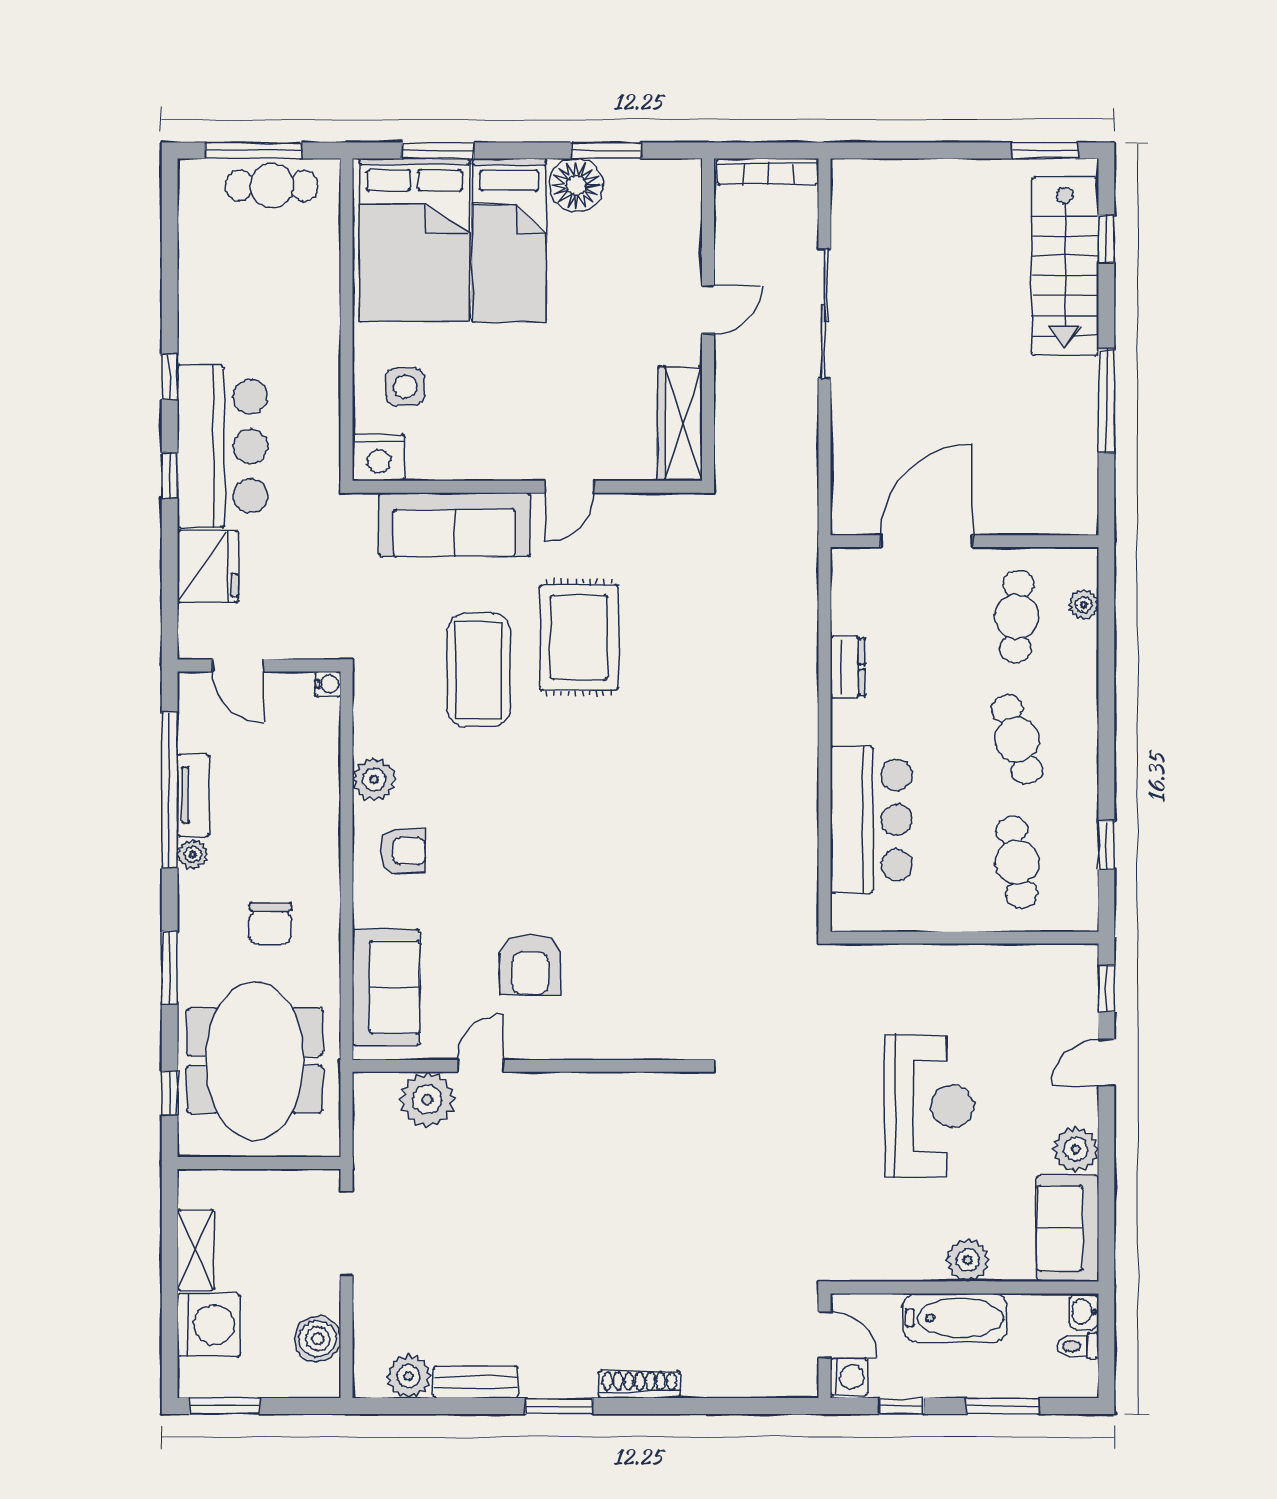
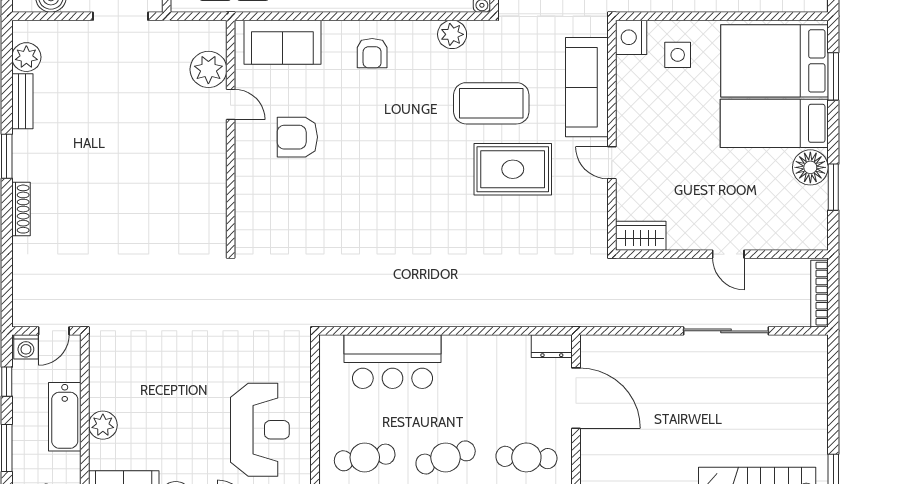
wardrobe: (680, 424) -> (641, 236), width x0.67
dresser: (848, 667) -> (552, 346), moved
plant: (374, 779) -> (452, 34), moved
reception desk: (929, 1106) -> (260, 430), moved, turned -90

